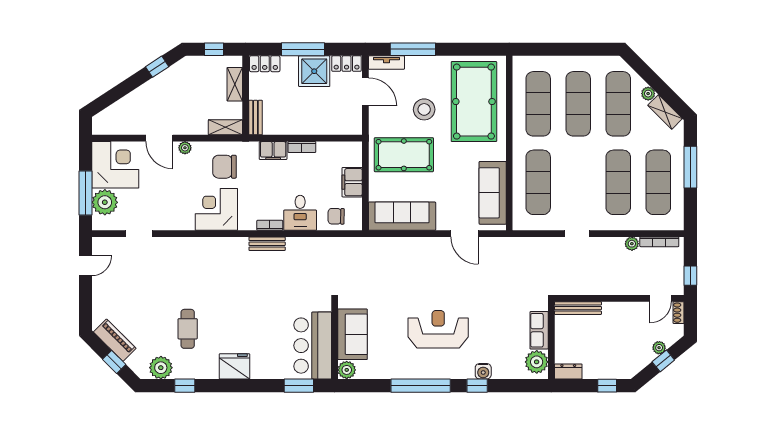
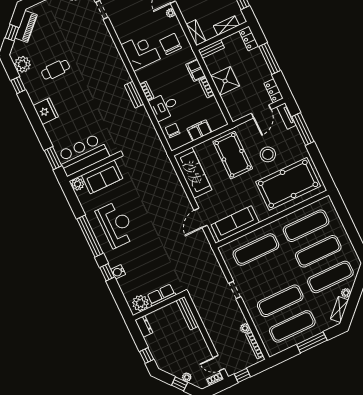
shower: (314, 71) -> (225, 81), moved
reception desk: (438, 329) -> (116, 225), moved

